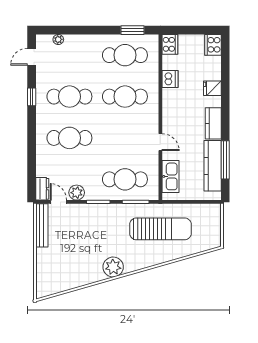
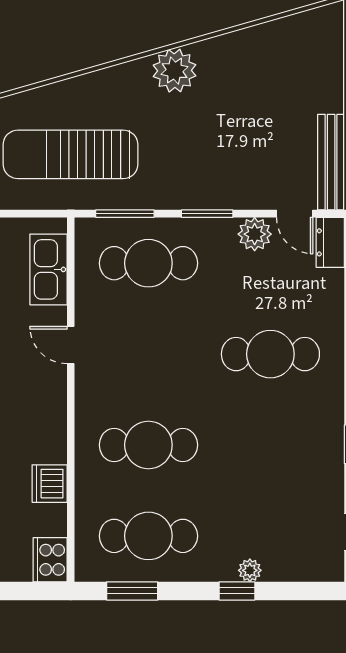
window: (85, 30) -> (237, 591), added
plant: (58, 39) -> (250, 570), moved
cafe table: (69, 97) -> (270, 445), removed

